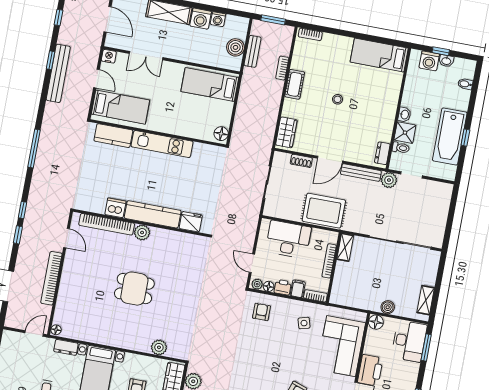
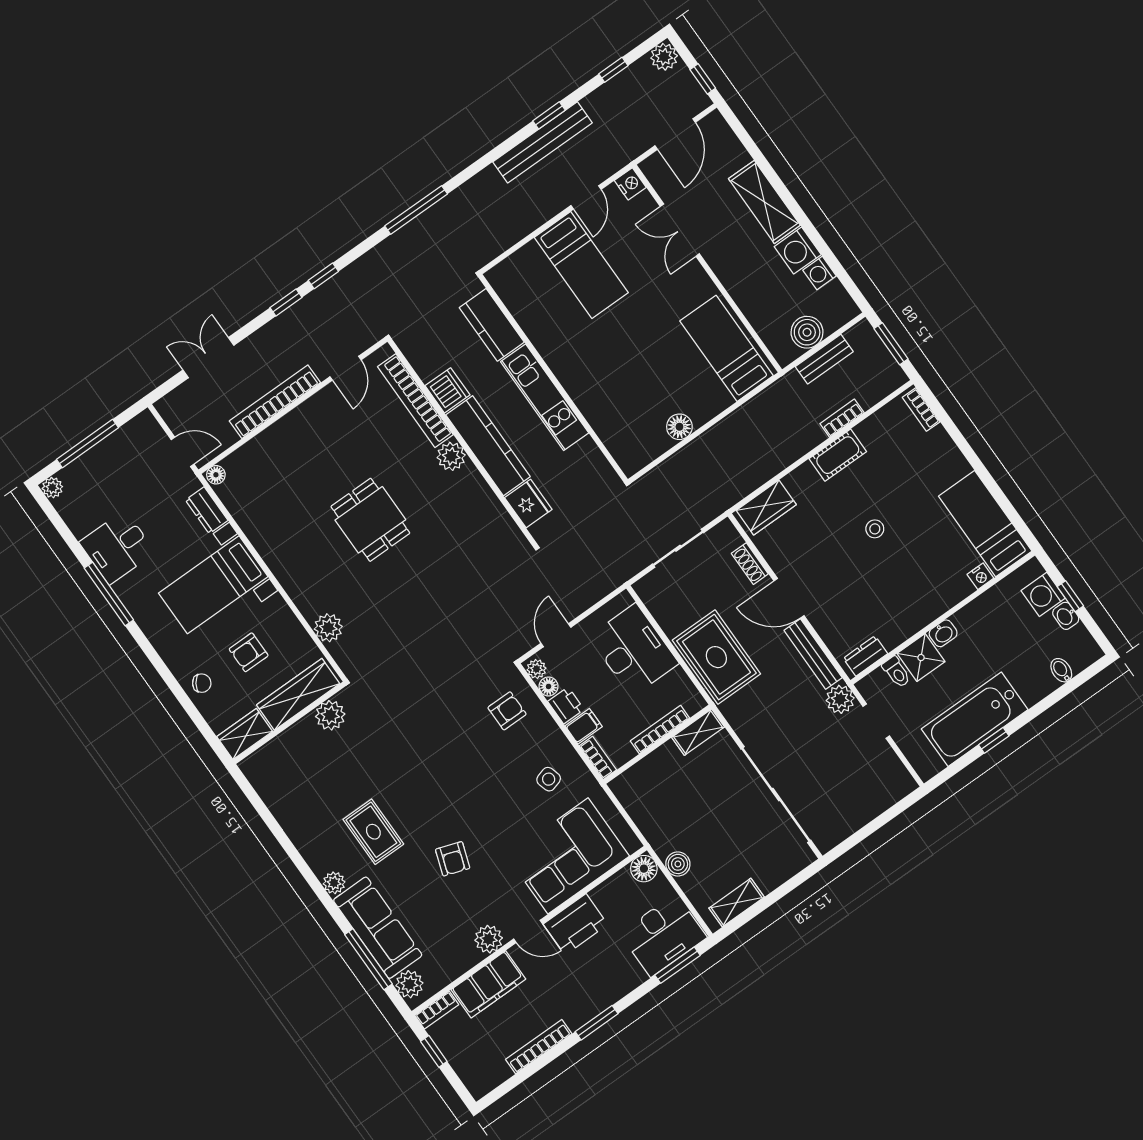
nightstand: (397, 78) -> (980, 576), added
wall: (158, 133) -> (553, 378), moved
kitchen counter: (113, 136) -> (492, 325), moved
kitchen unit: (162, 144) -> (545, 397), moved

